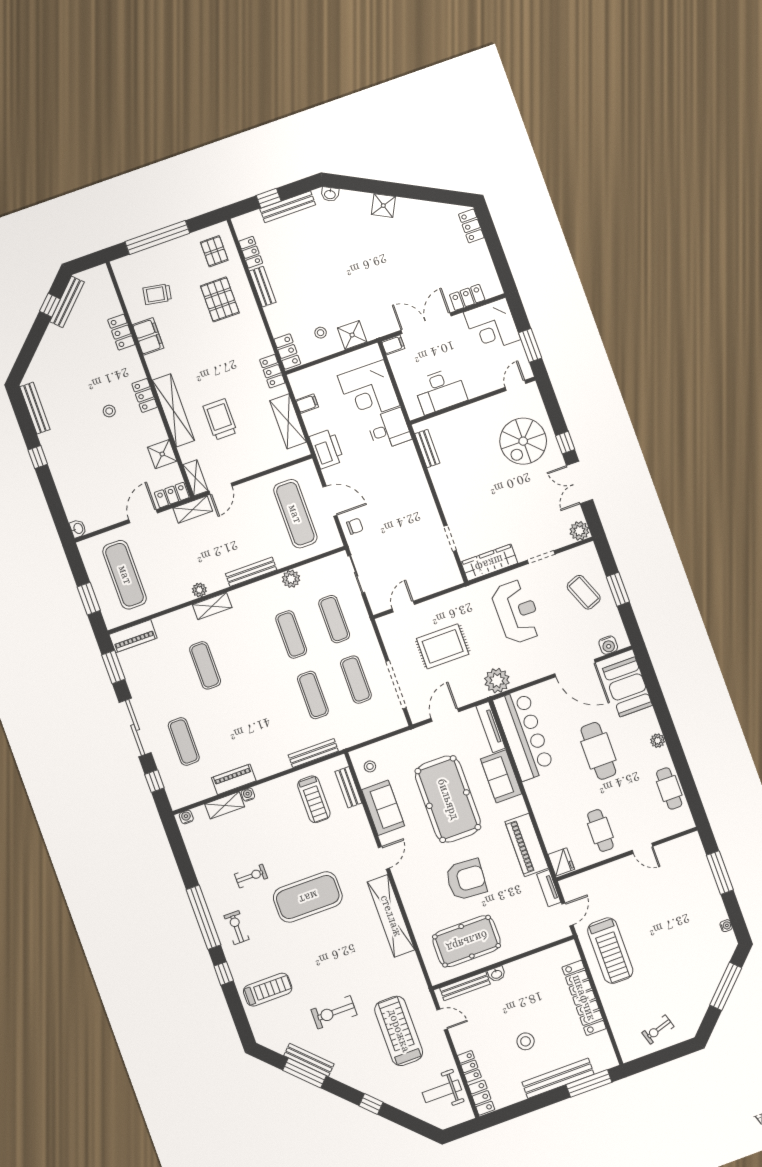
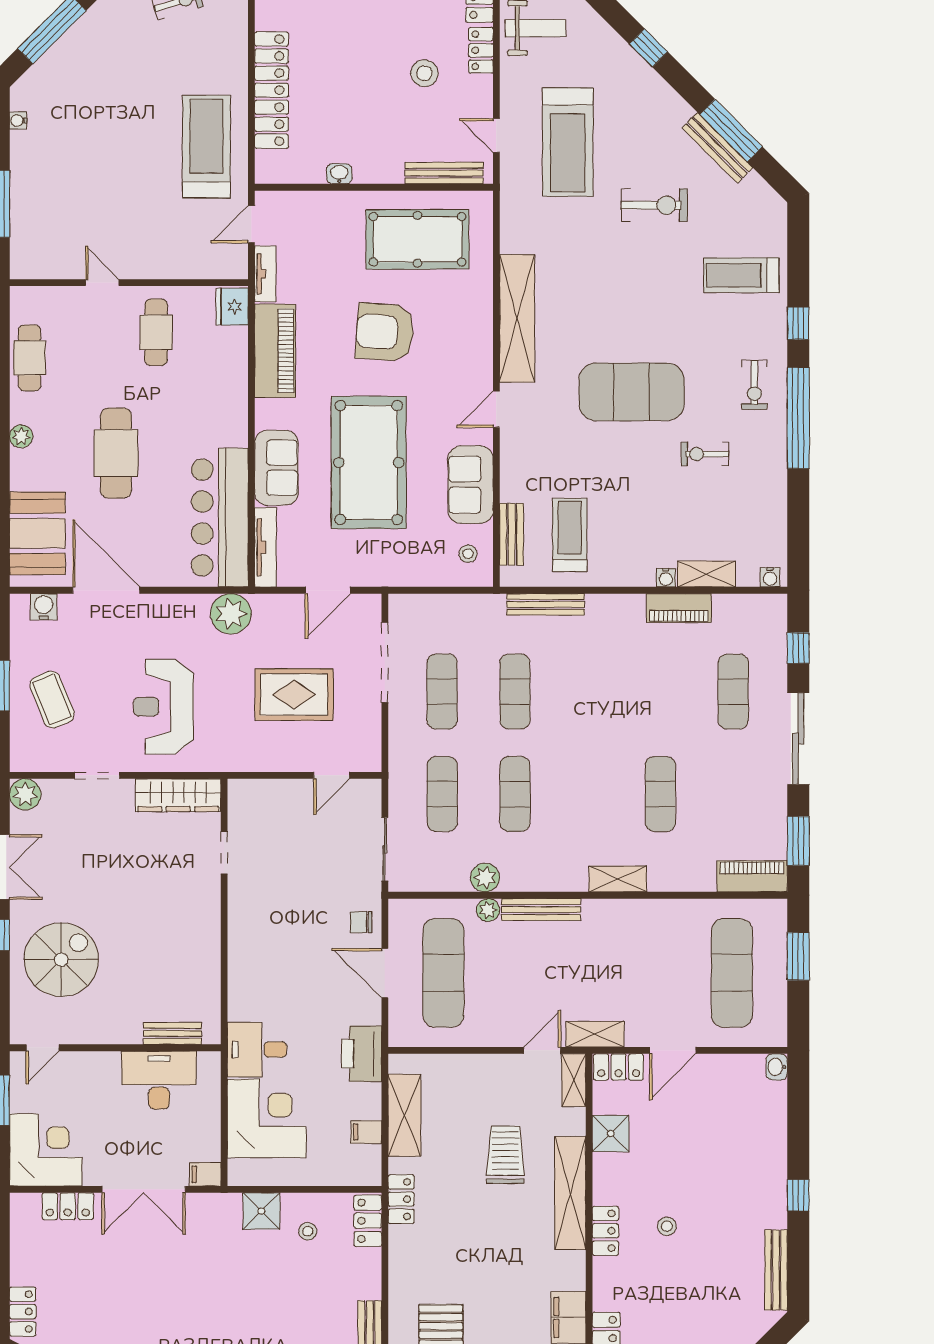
trolley: (220, 419) -> (505, 1155), turned 180
bench: (427, 448) -> (173, 1033), moved, turned 90
plant: (199, 590) -> (488, 910), moved
washbasin: (497, 974) -> (339, 174), moved
stool: (526, 1041) -> (424, 73), moved

